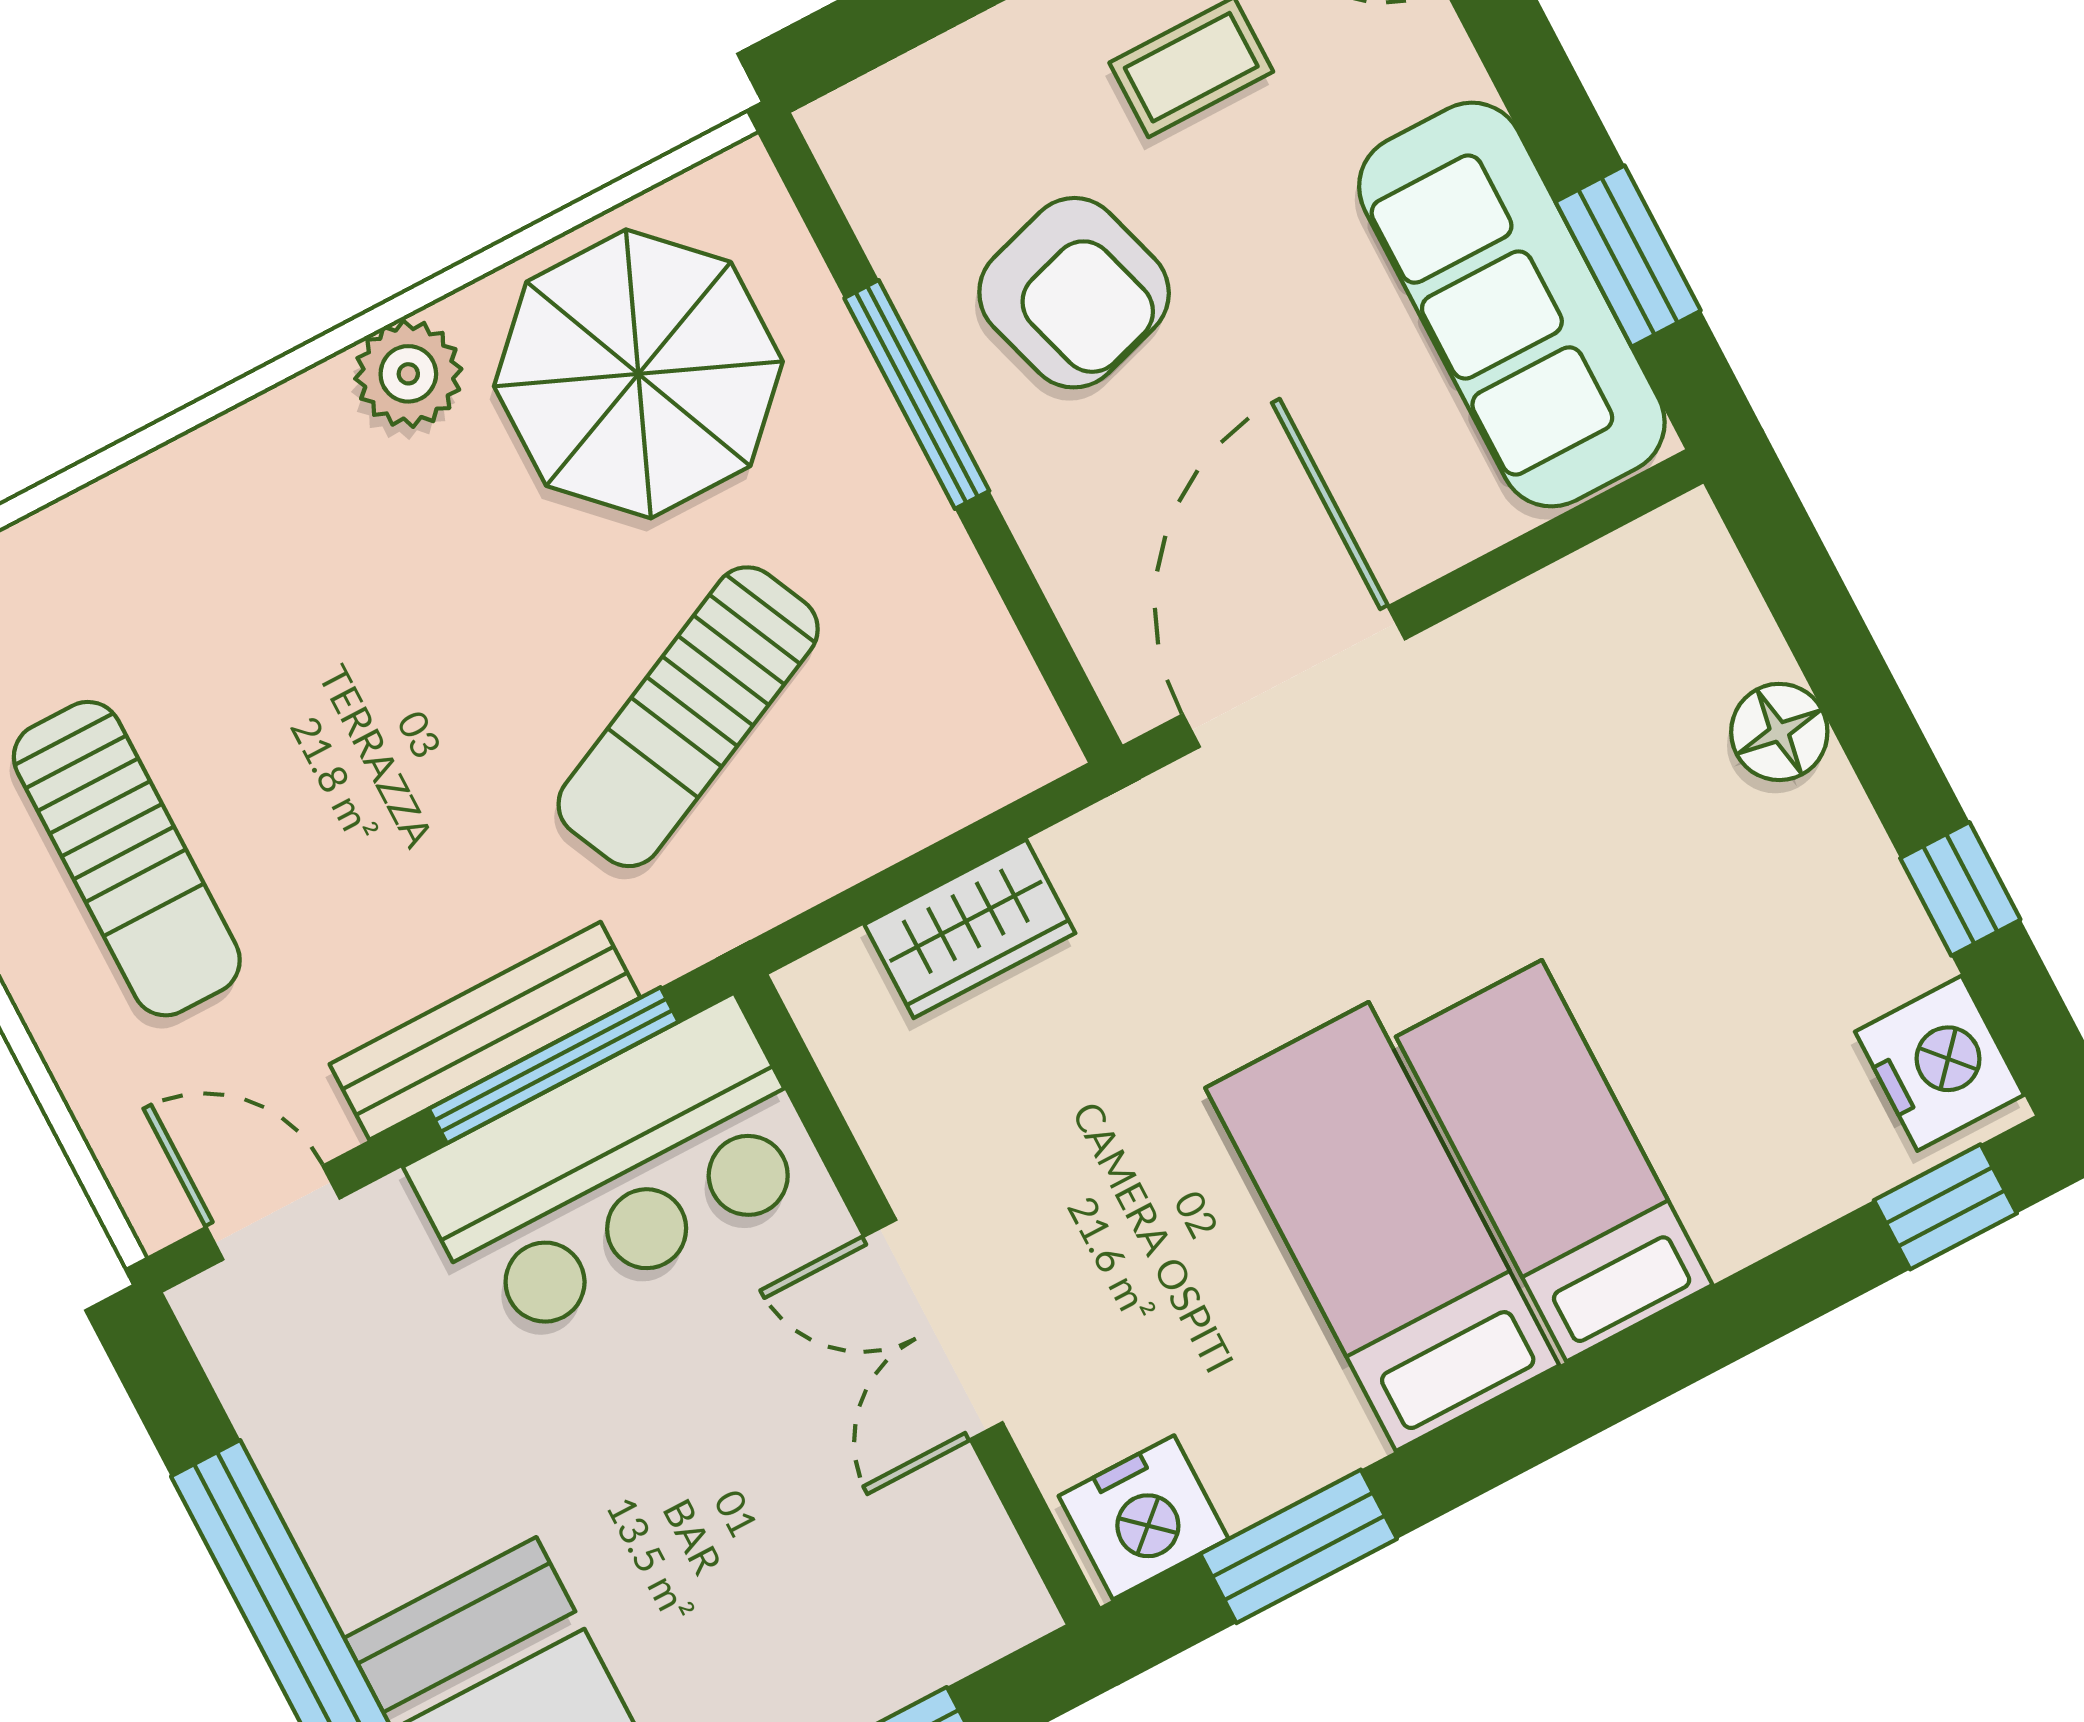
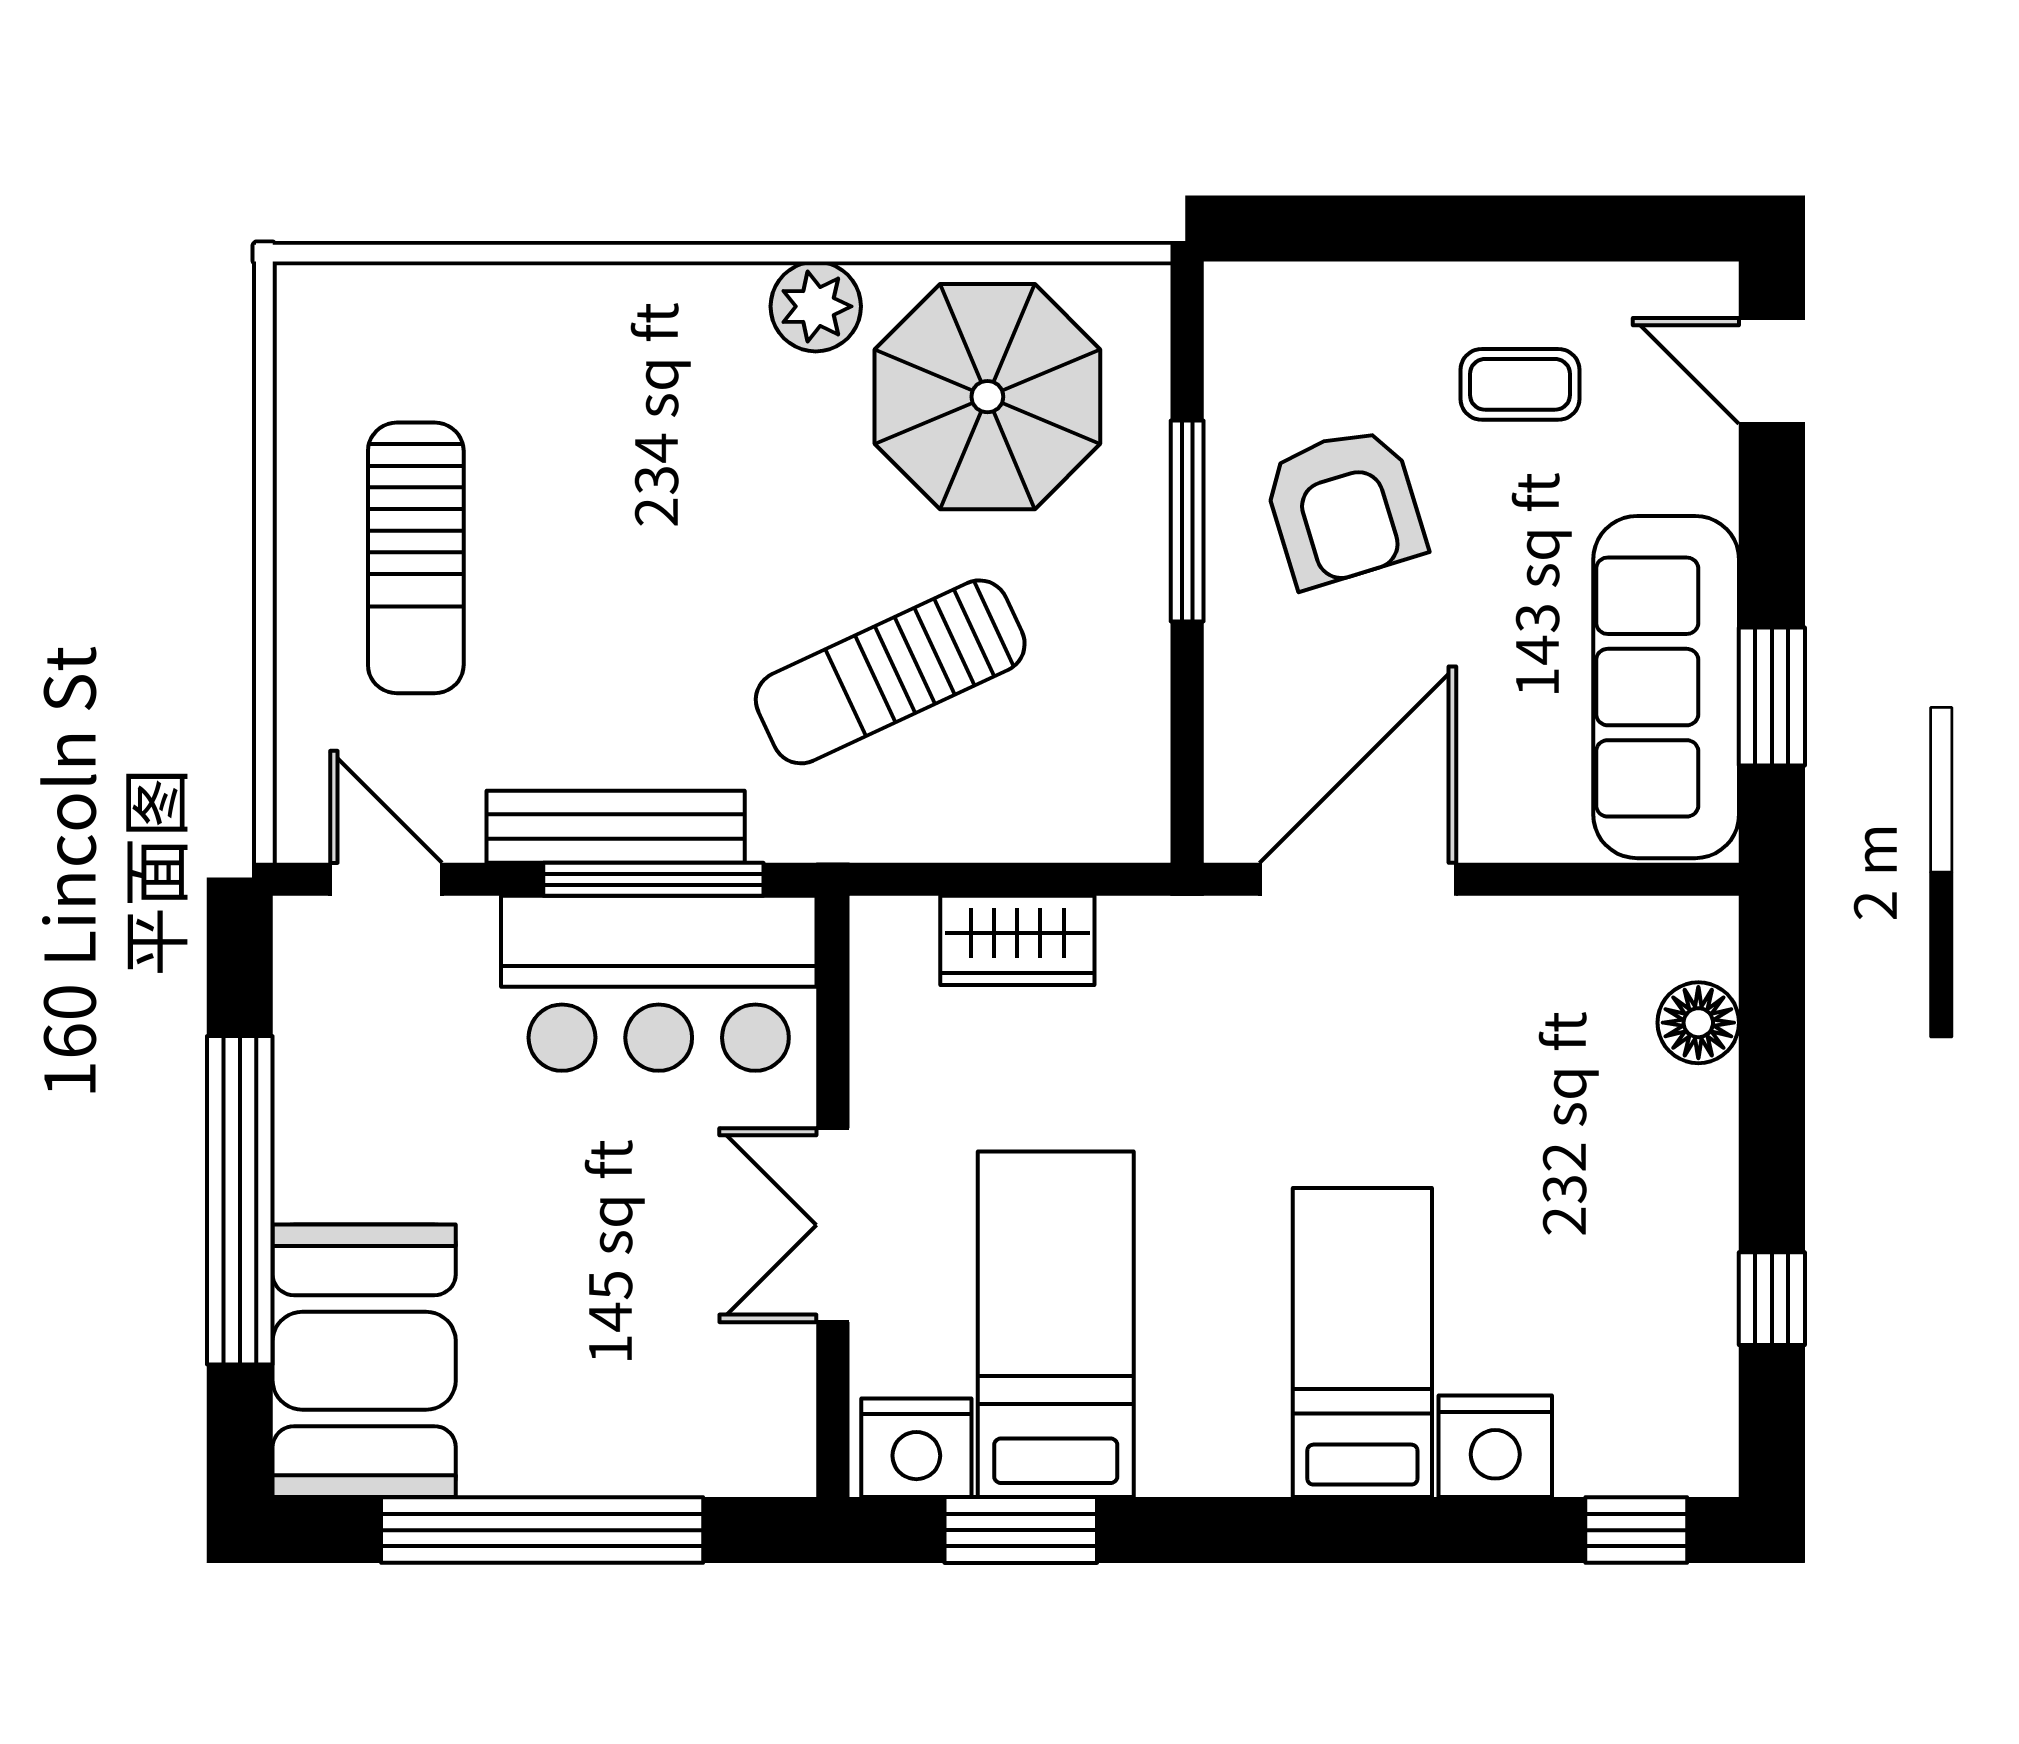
floor lamp: (1779, 732) -> (1698, 1023), moved
nightstand: (1939, 1063) -> (1495, 1446), moved, turned 90
bed: (1382, 1227) -> (1056, 1324), moved

